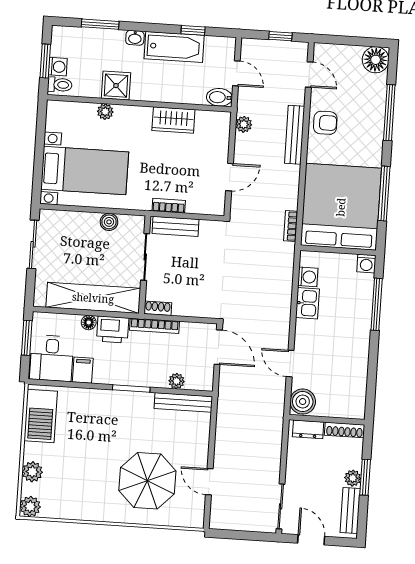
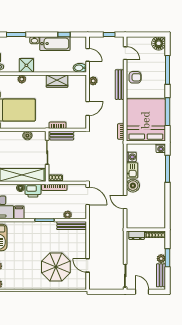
boiler: (303, 402) -> (133, 186), moved

